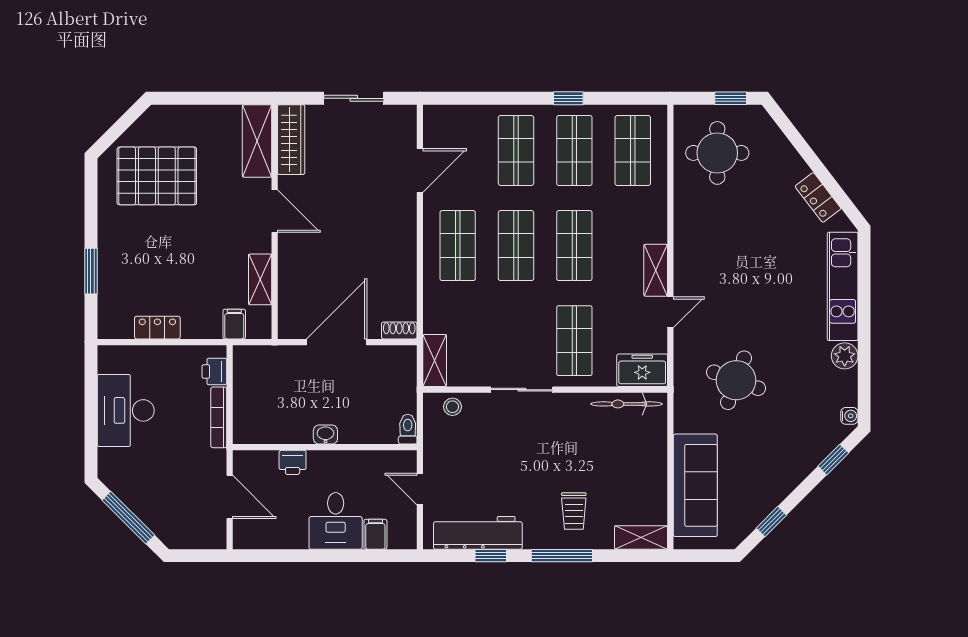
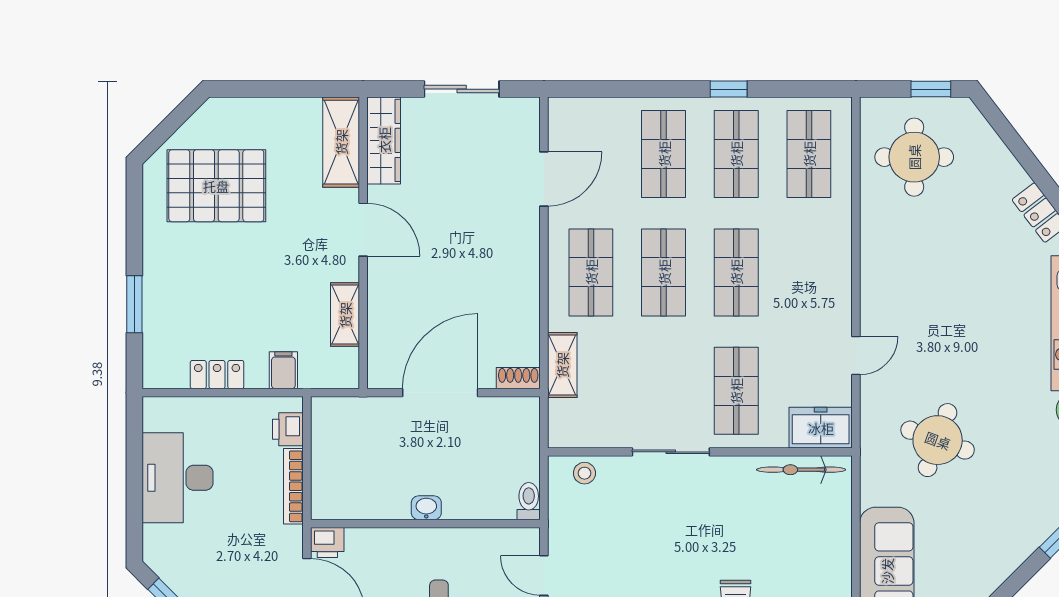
shelving: (656, 270) -> (838, 303), removed
filing cabinet: (234, 324) -> (283, 370), moved
shelving: (435, 360) -> (562, 365), moved
printer: (293, 462) -> (327, 542), moved

